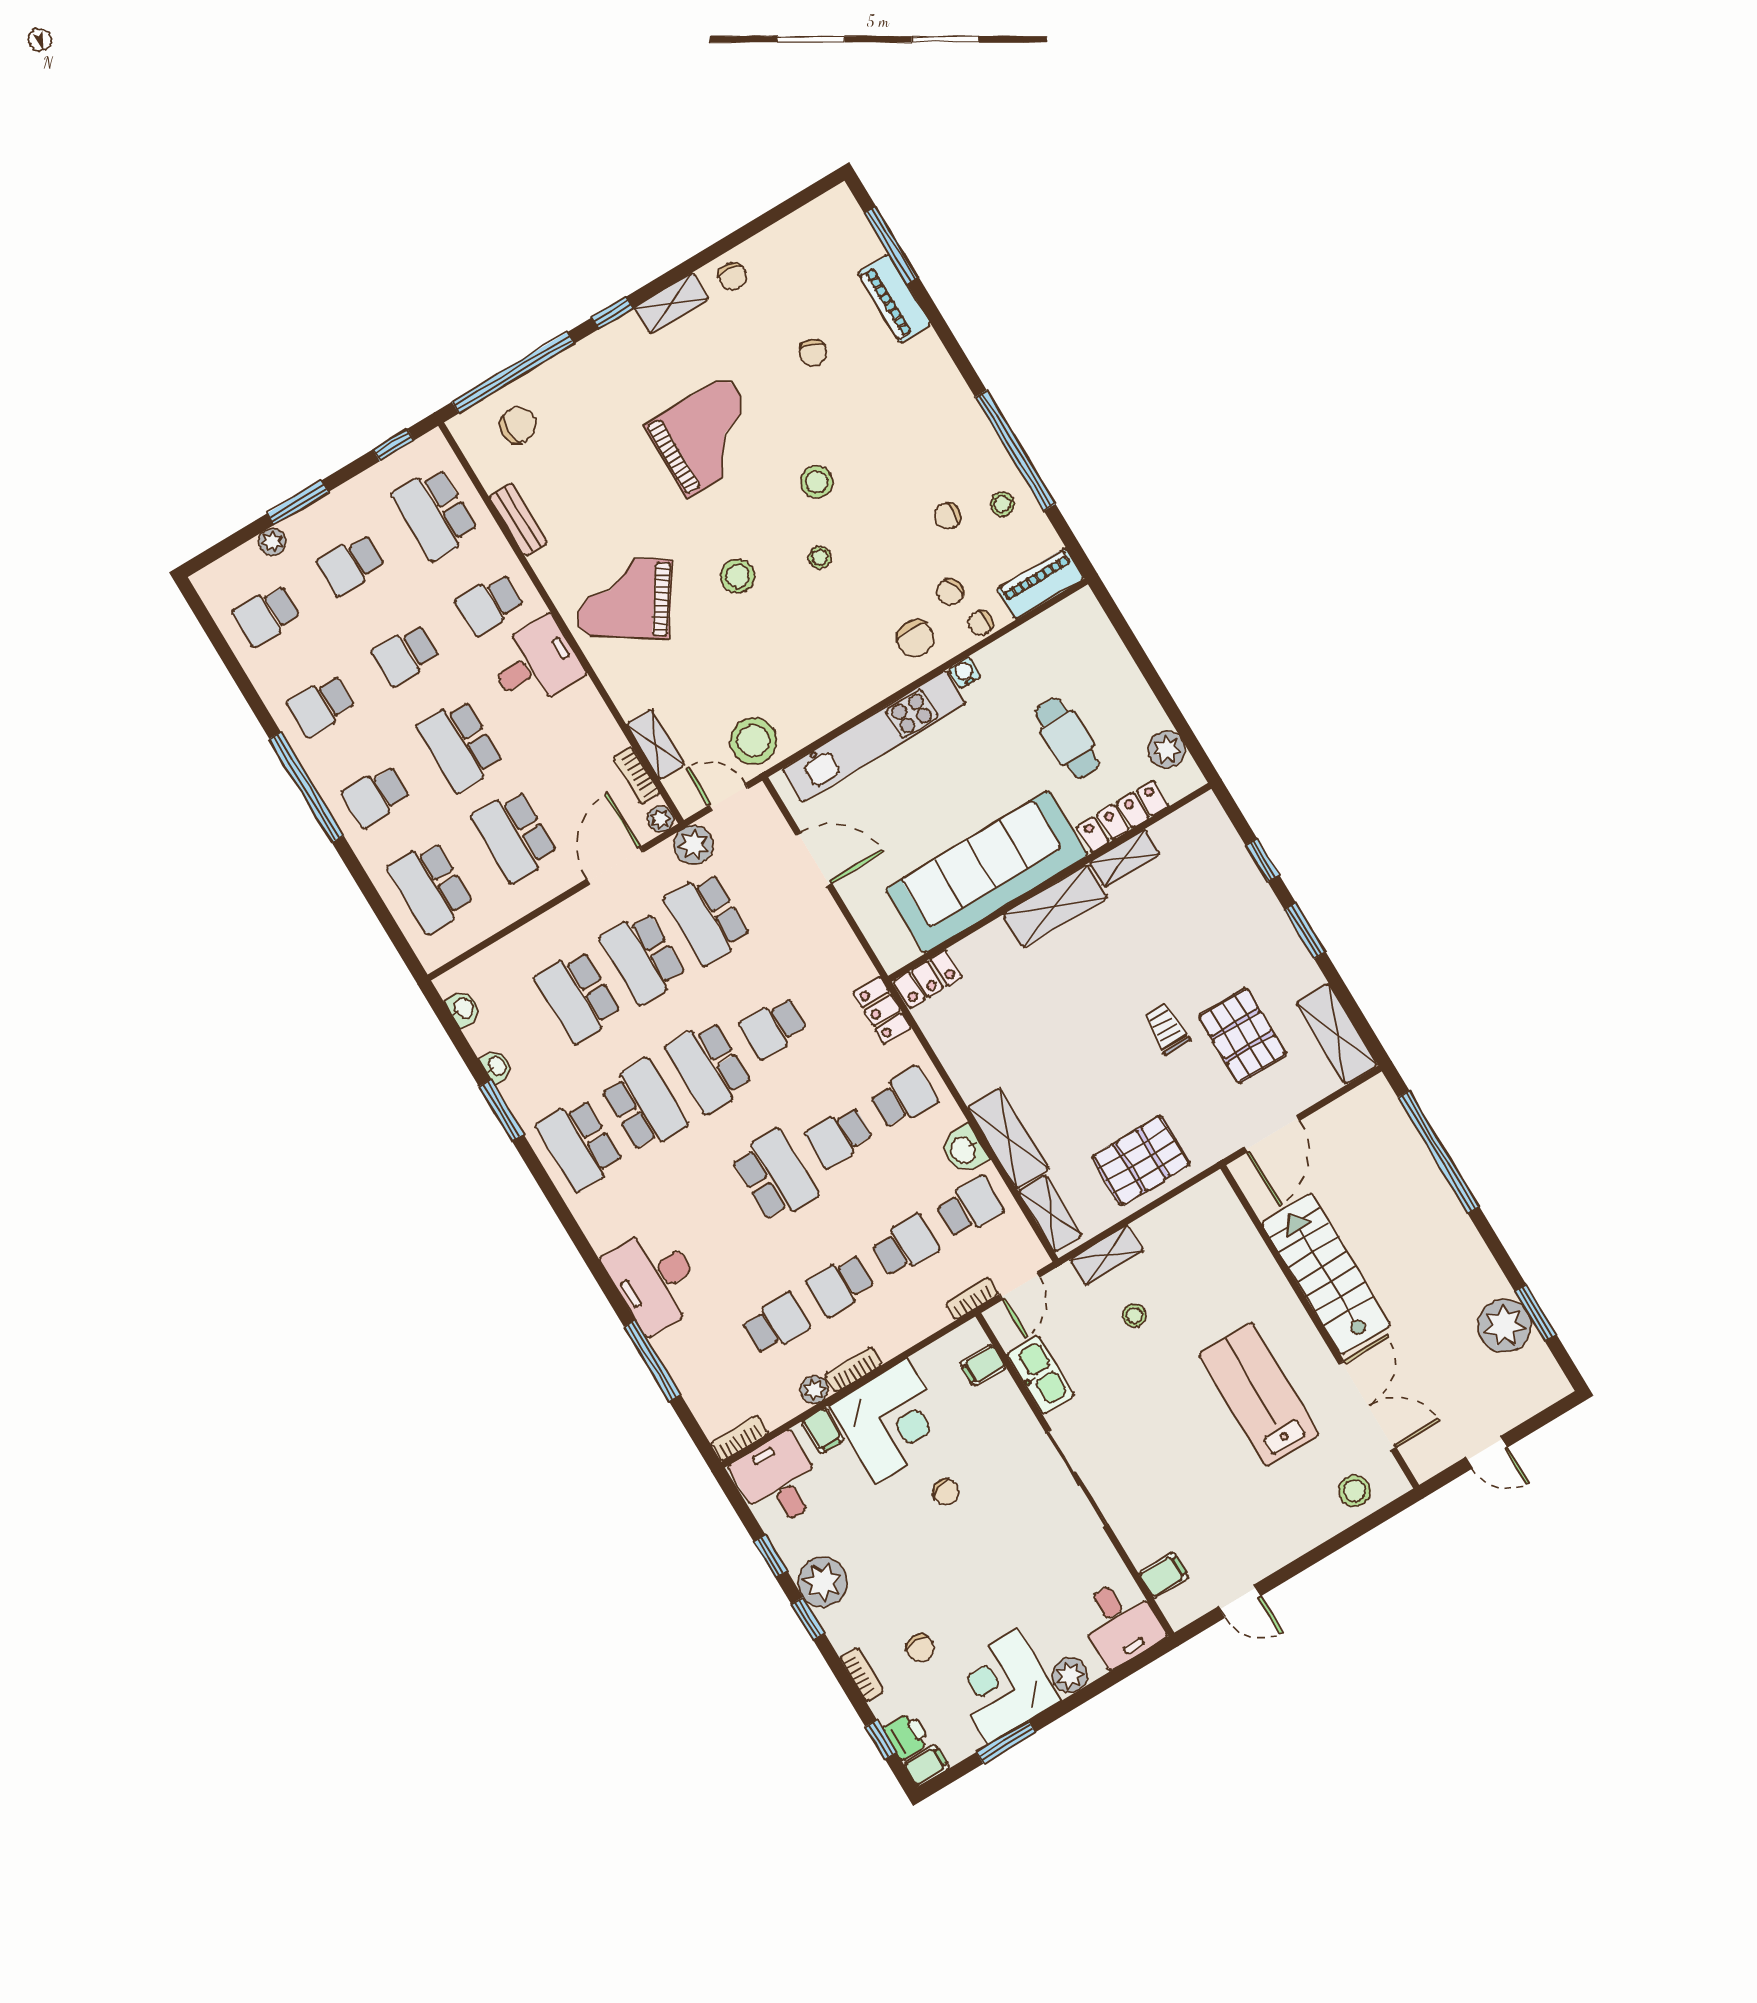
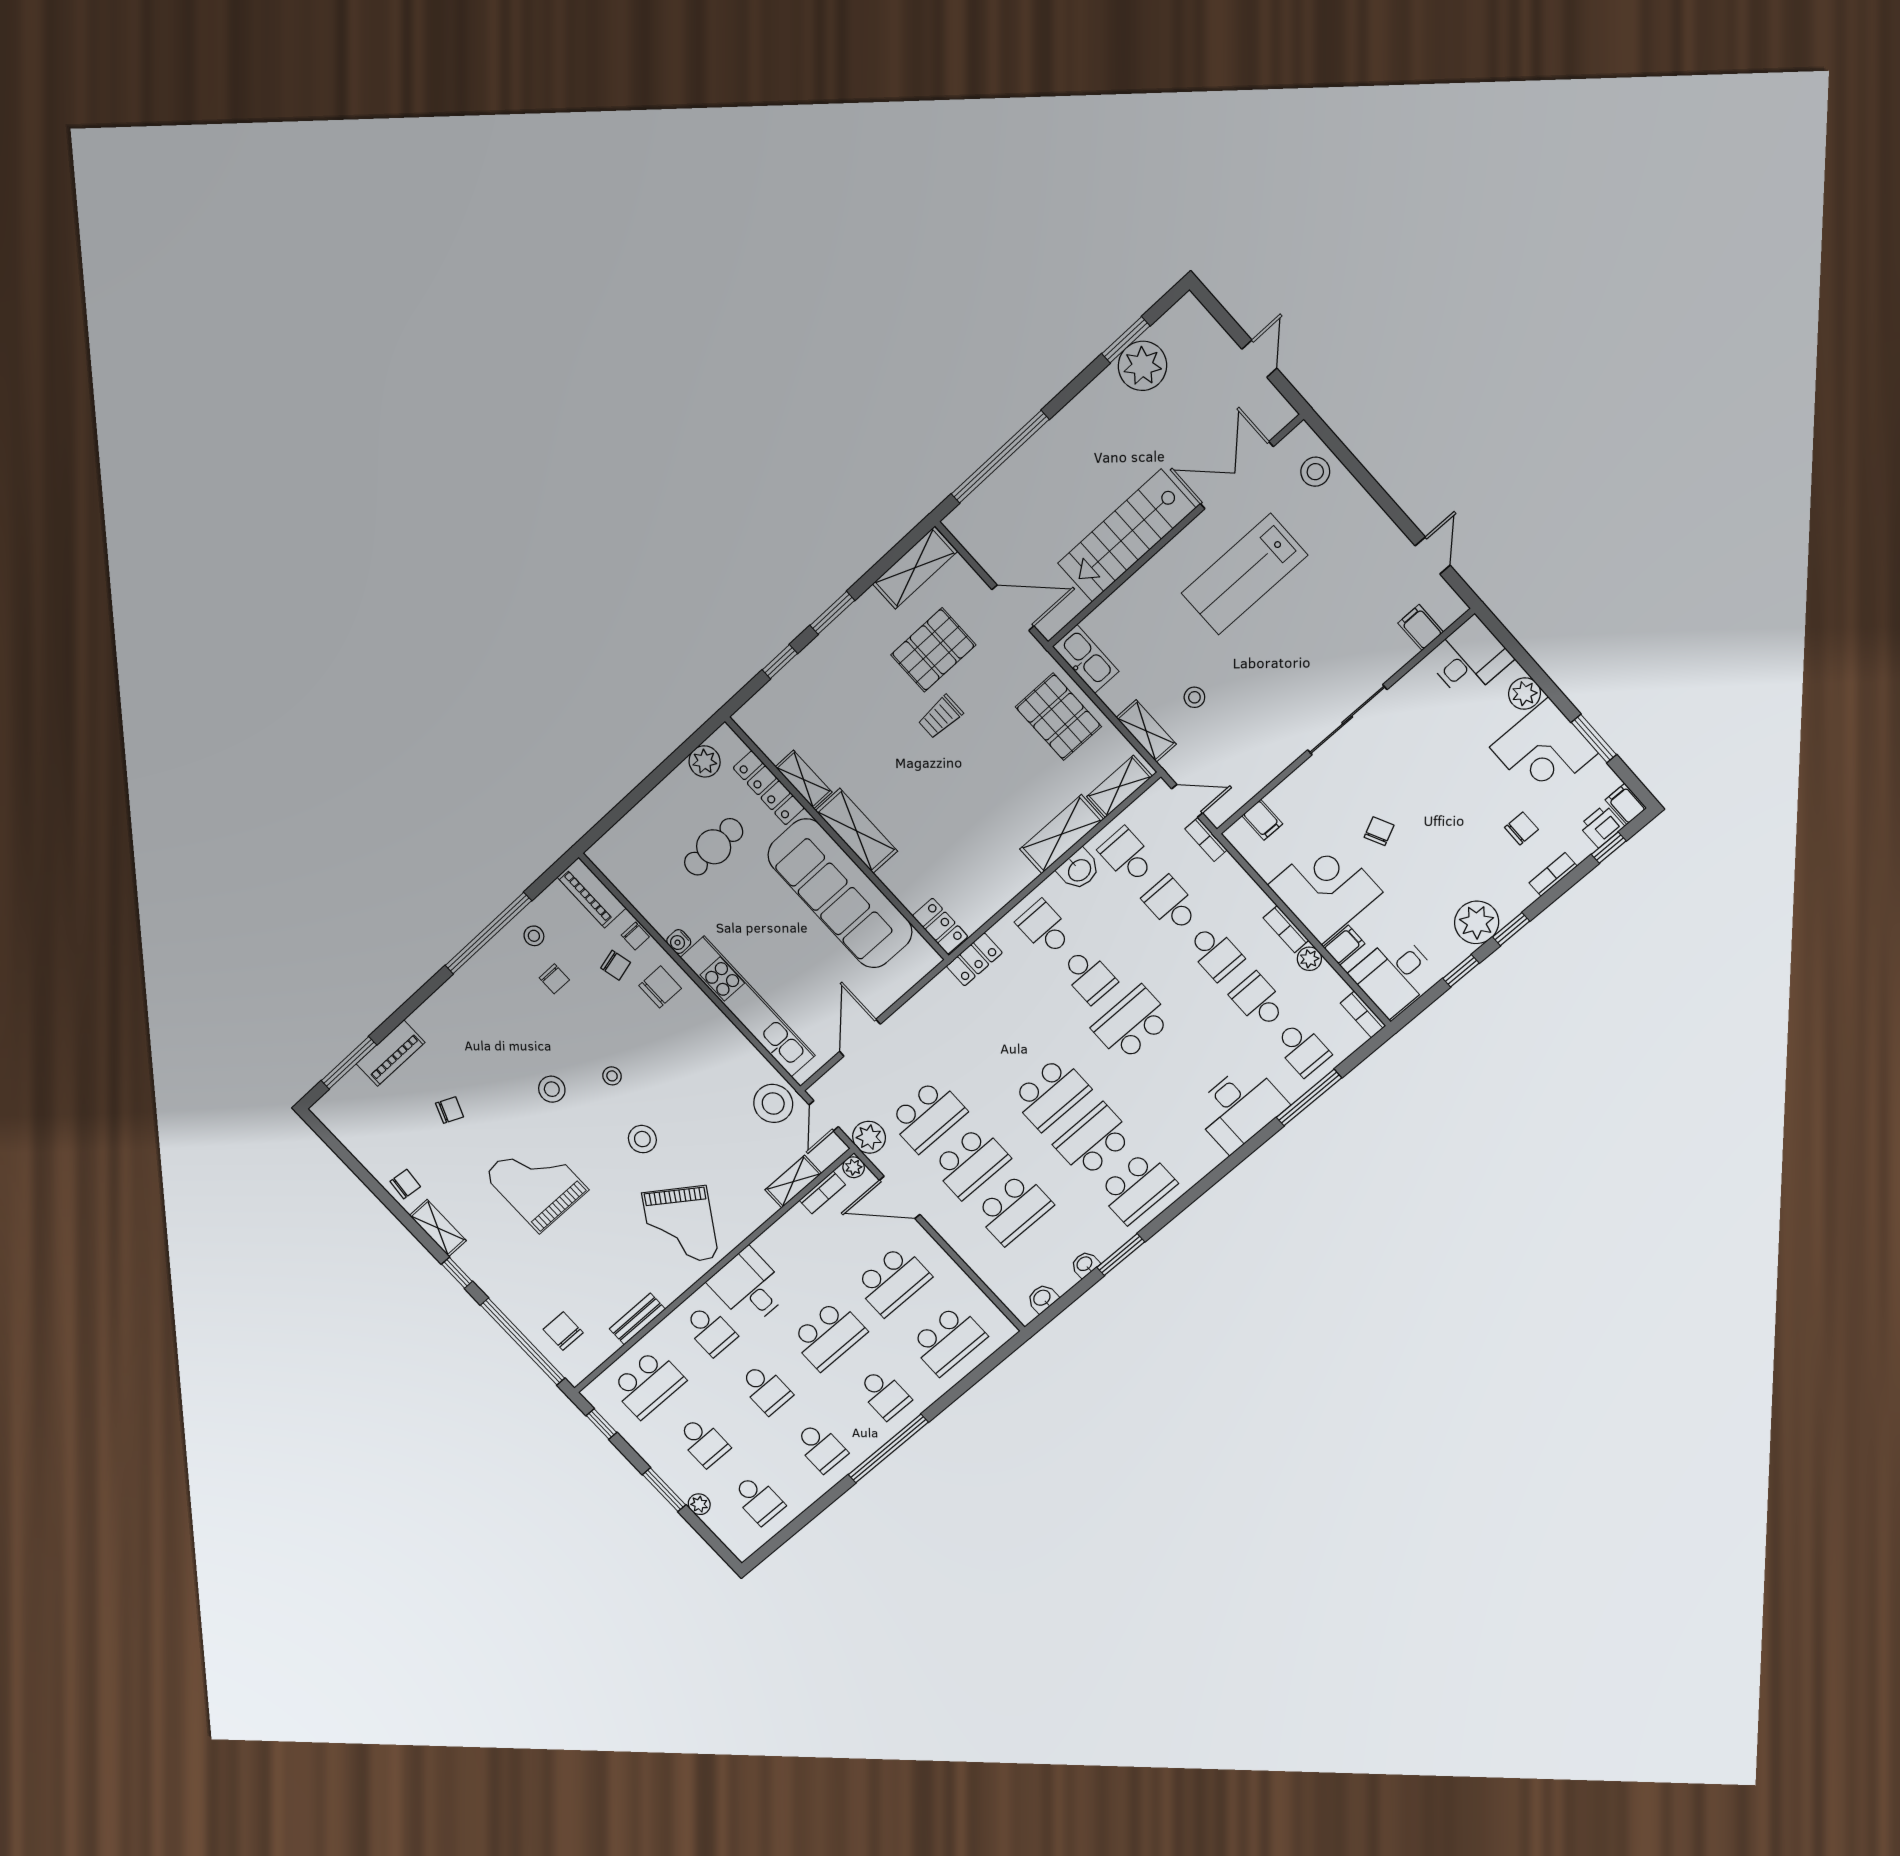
school desk: (773, 1028) -> (1302, 1049), moved
kitchen sink: (1041, 1375) -> (1086, 659), moved, turned 90

